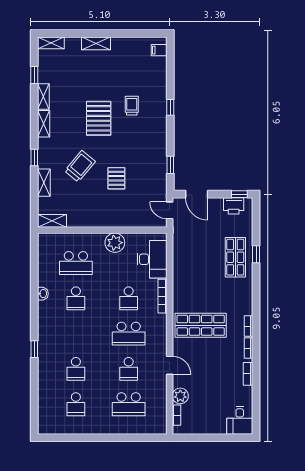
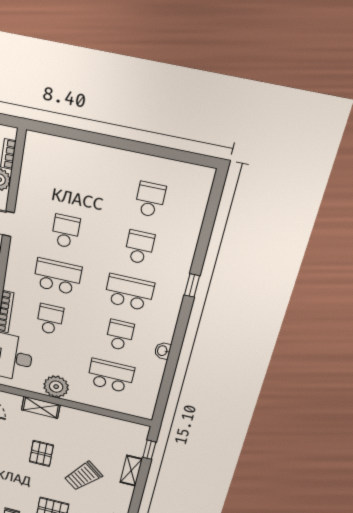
window: (34, 157) -> (149, 450), moved
shelving: (52, 221) -> (41, 407), moved
school desk: (129, 404) -> (129, 292), moved

